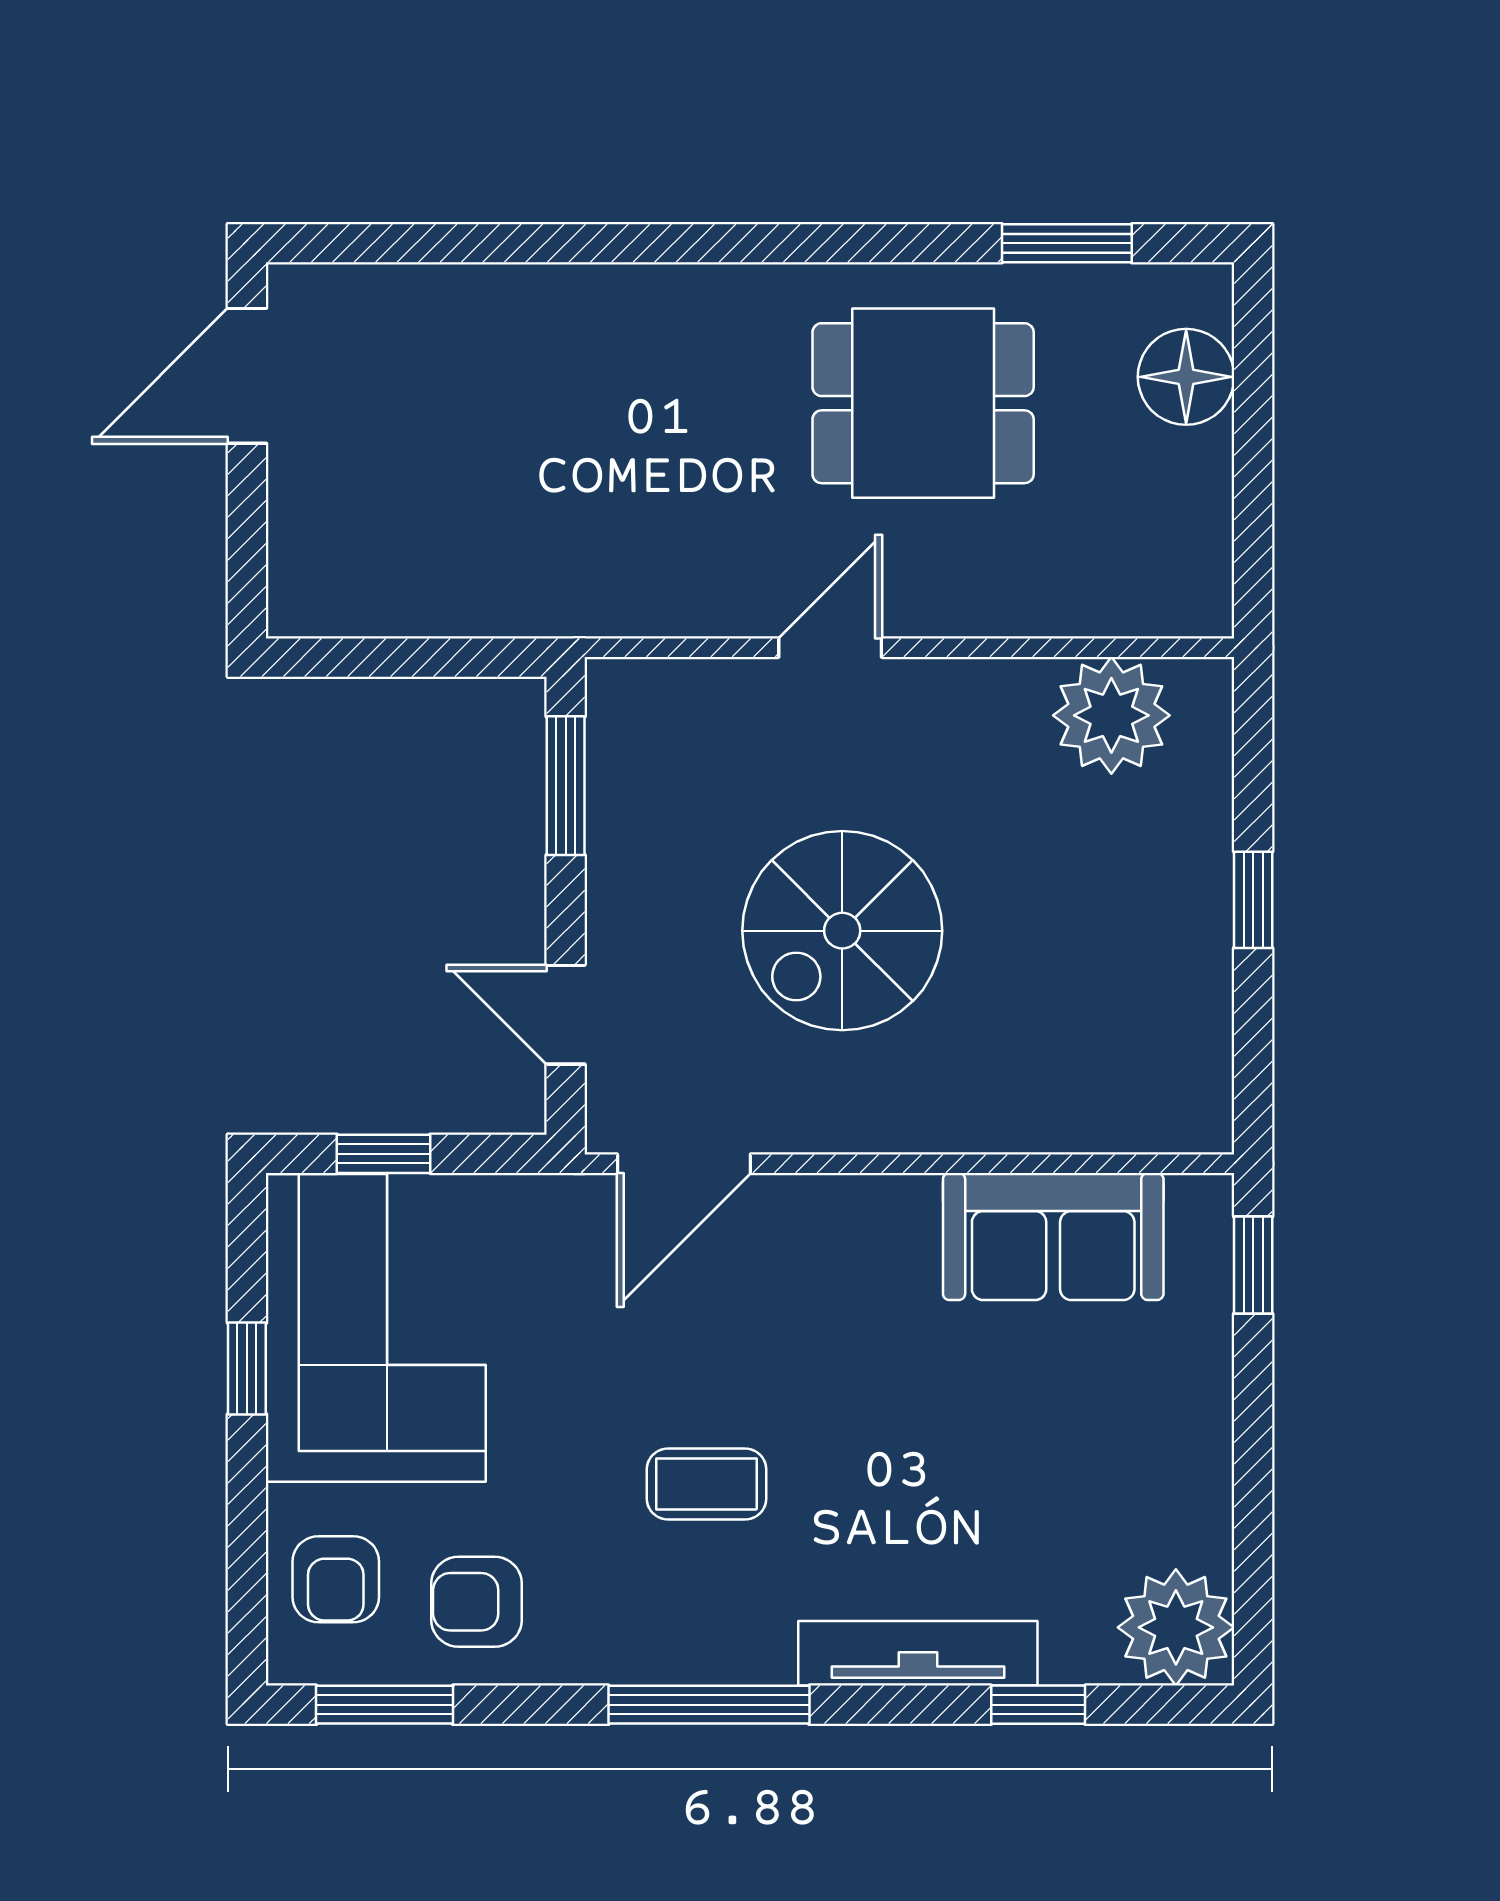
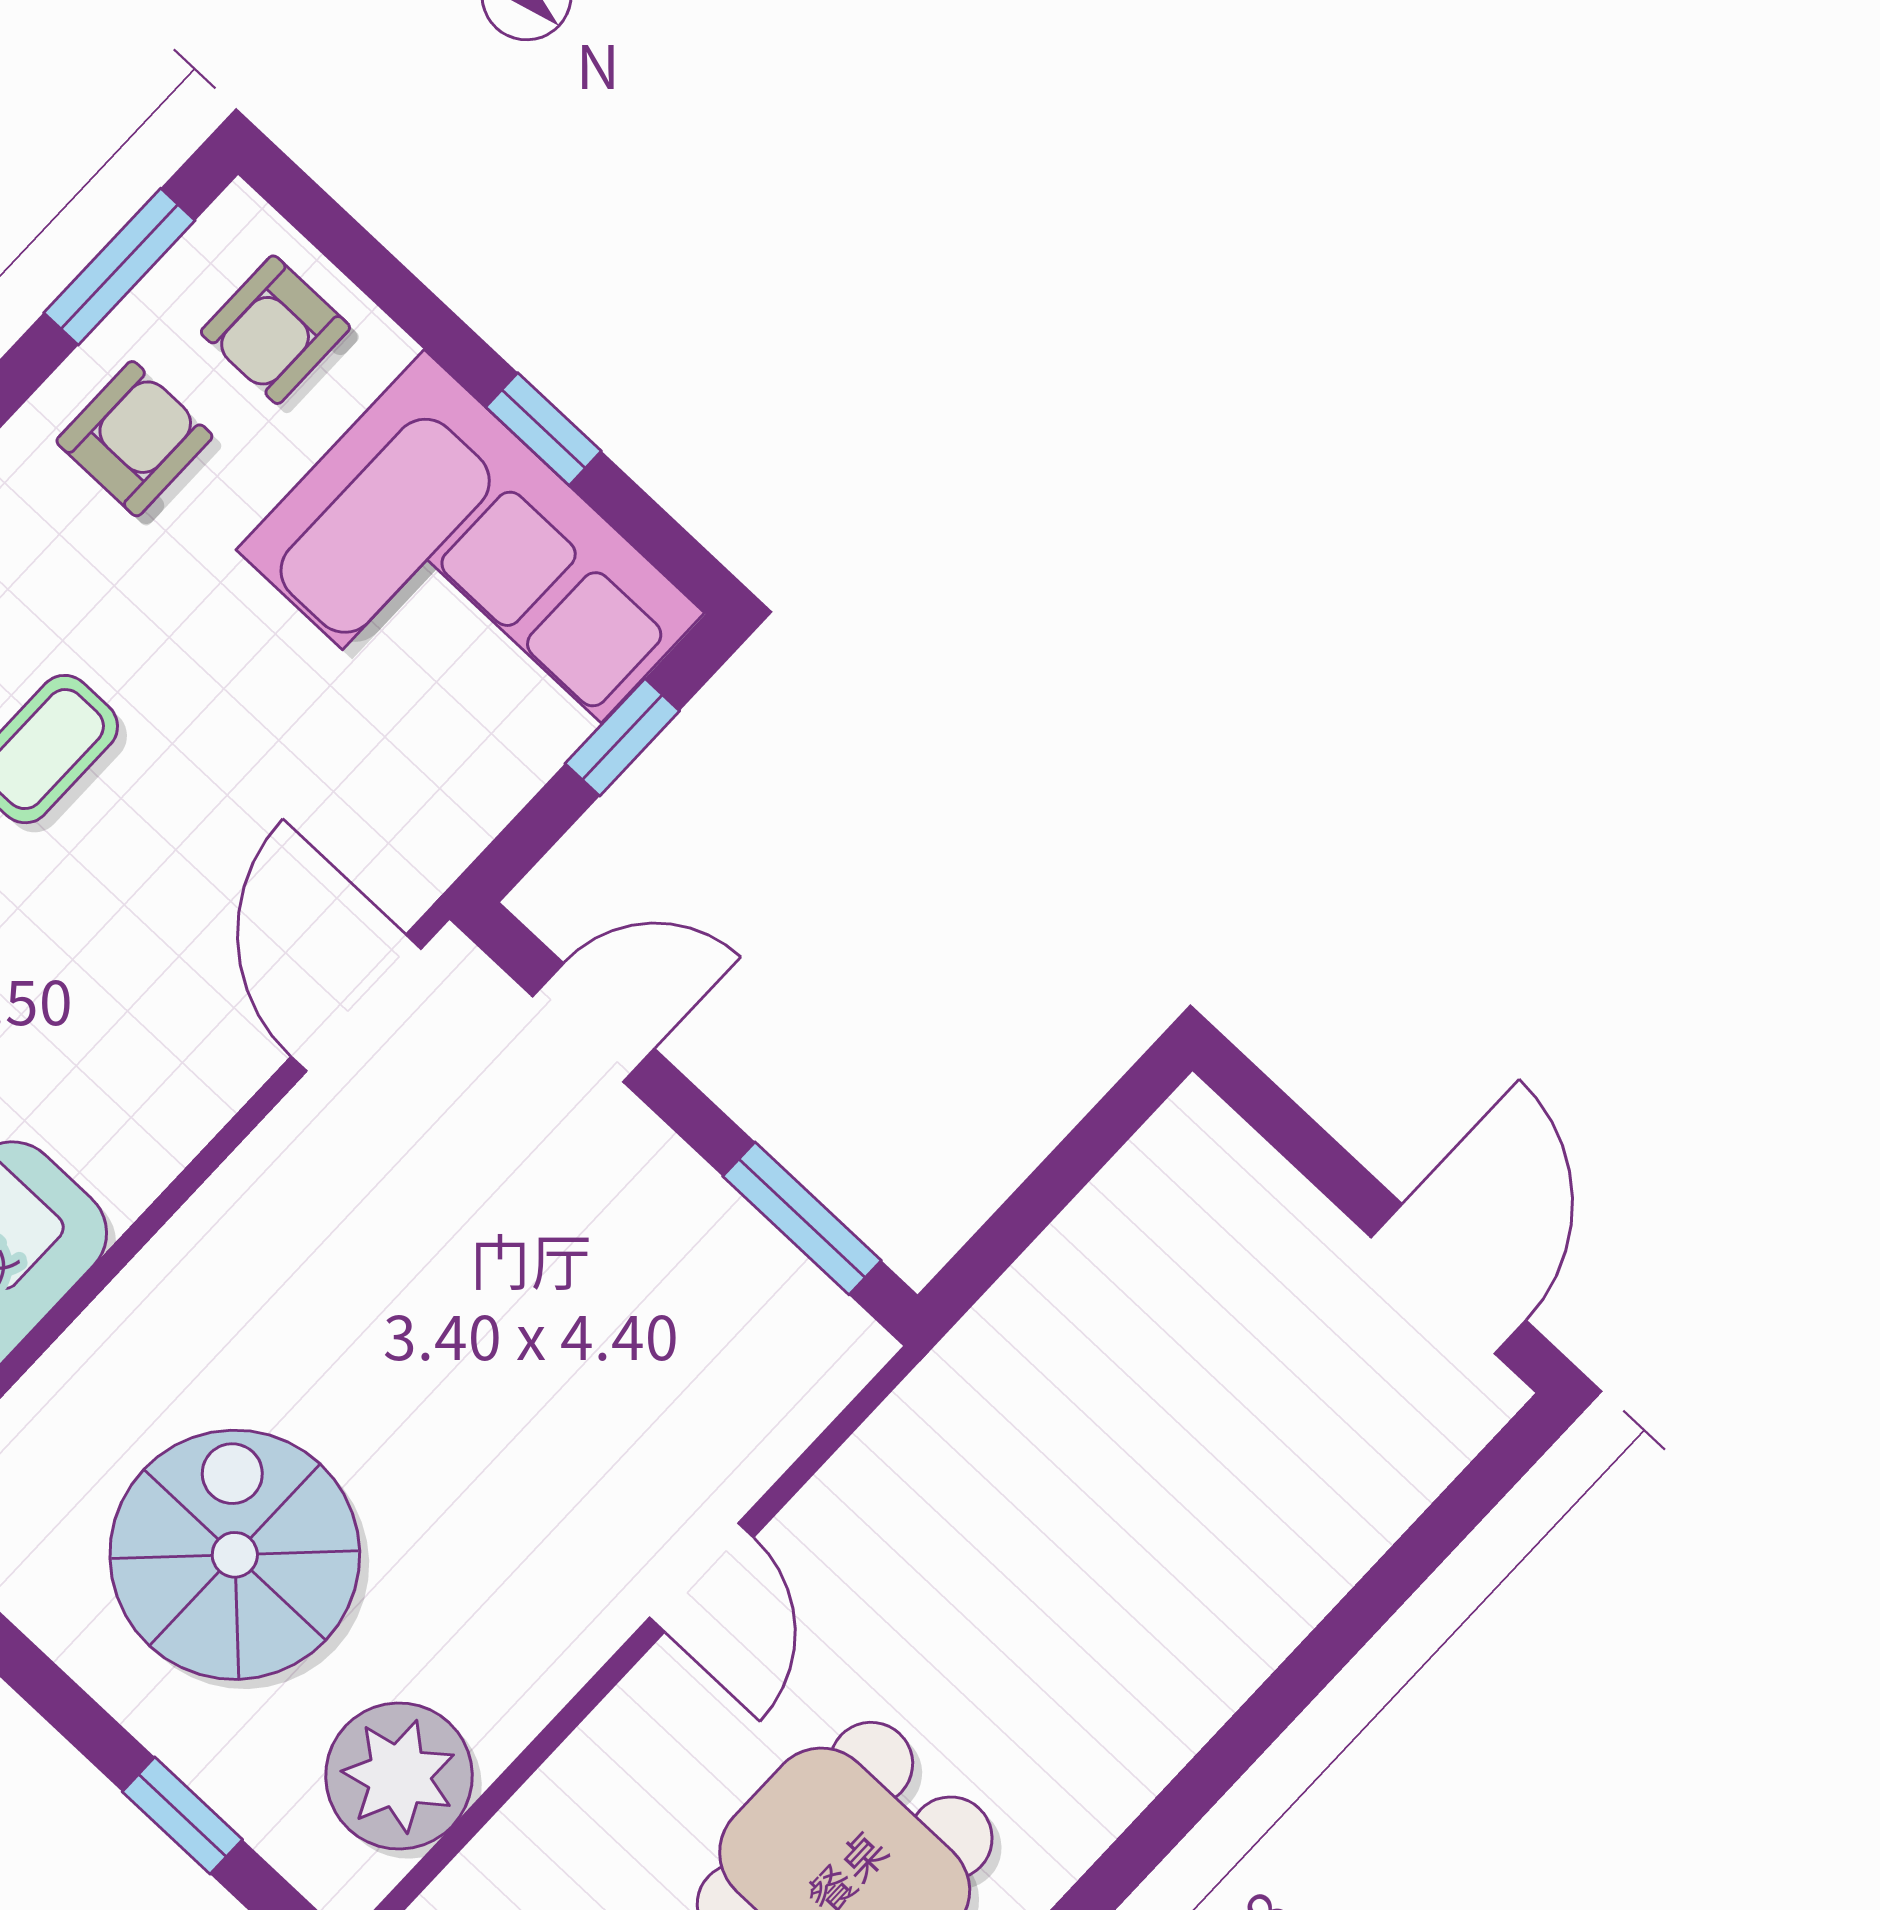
window: (1253, 900) -> (182, 1816), moved
spiral stairs: (842, 931) -> (235, 1555), moved
armchair: (336, 1579) -> (275, 330), turned -90

